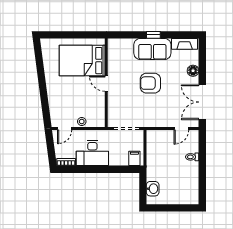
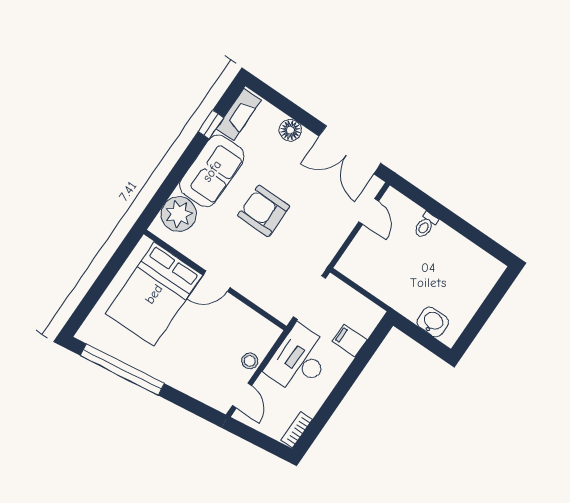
window: (153, 35) -> (211, 124), moved
plant: (124, 47) -> (179, 214), added
window: (40, 69) -> (122, 370), added
armchair: (150, 83) -> (264, 211), turned 90
desk: (92, 153) -> (299, 360), moved, turned 180
filing cabinet: (134, 158) -> (350, 341), moved

